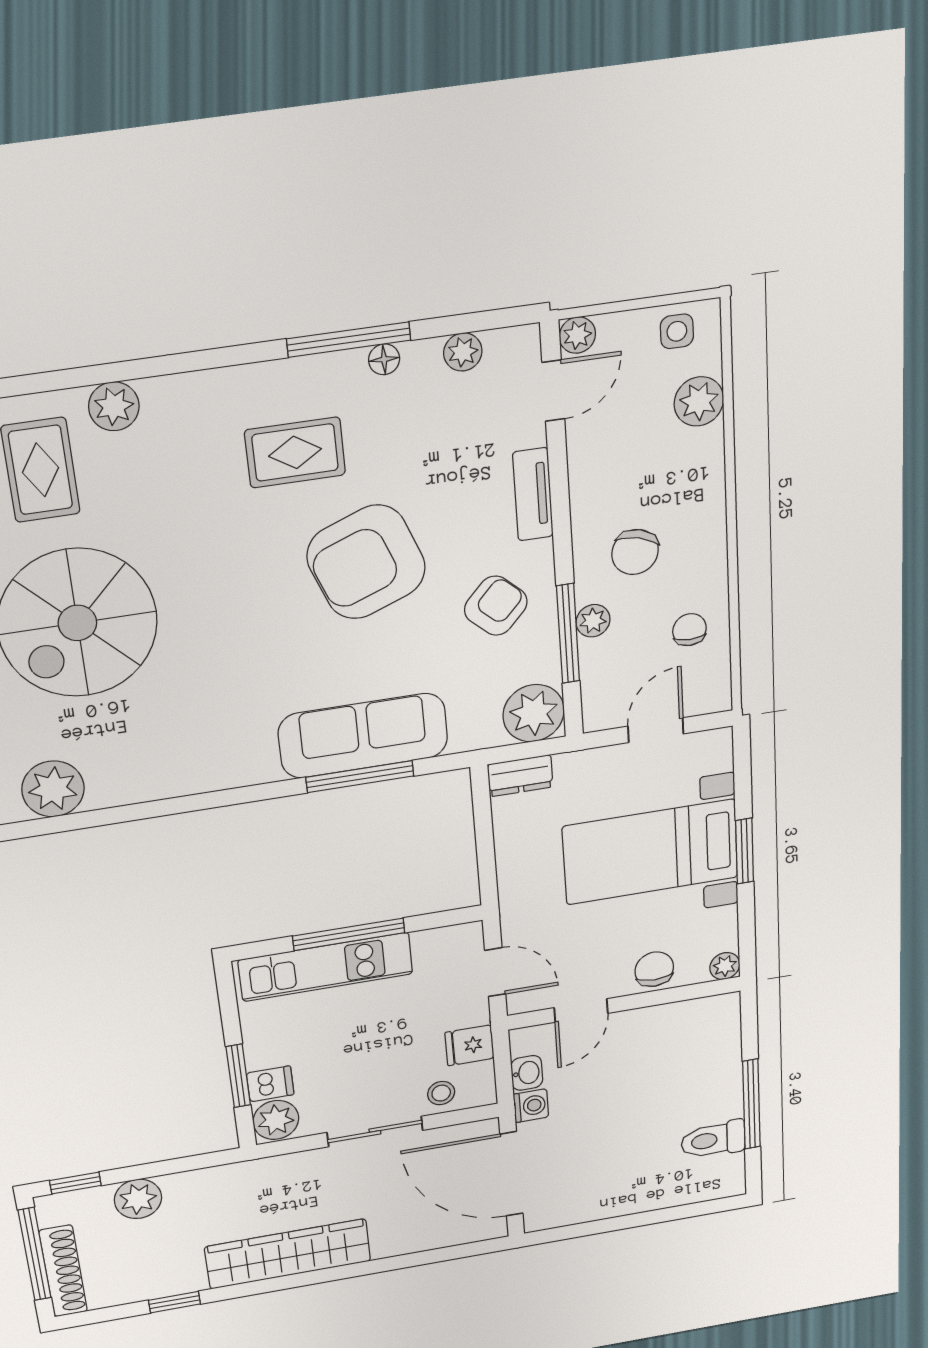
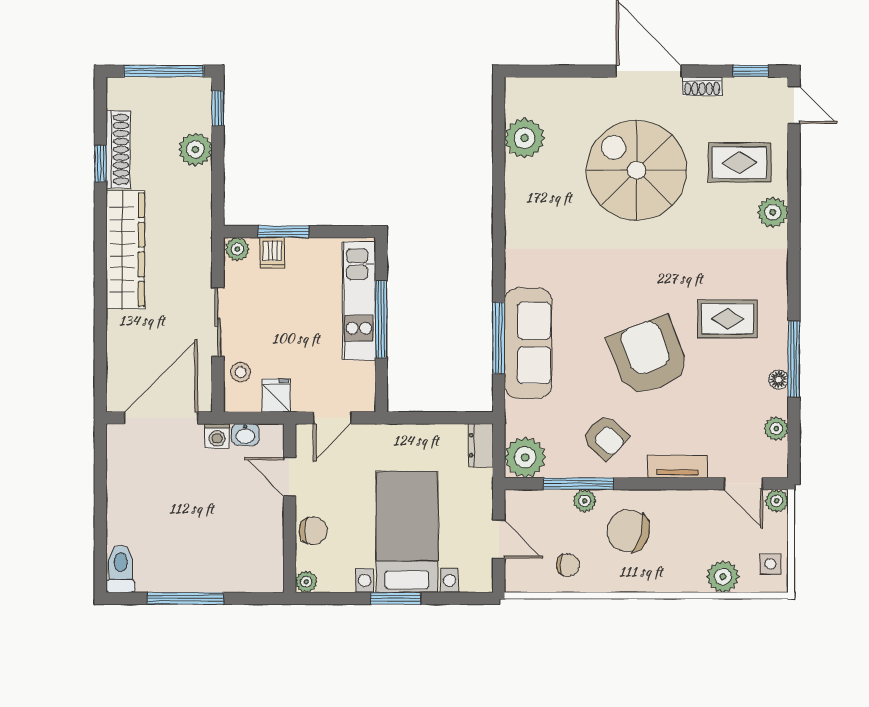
rug: (295, 452) -> (727, 319), turned 90
chair: (635, 552) -> (628, 531), width x1.37, depth x1.37
plant: (276, 1120) -> (237, 249), width x0.73, depth x0.73
toilet: (713, 1140) -> (121, 569), moved
shoe rack: (63, 1271) -> (118, 149), moved, turned -90

